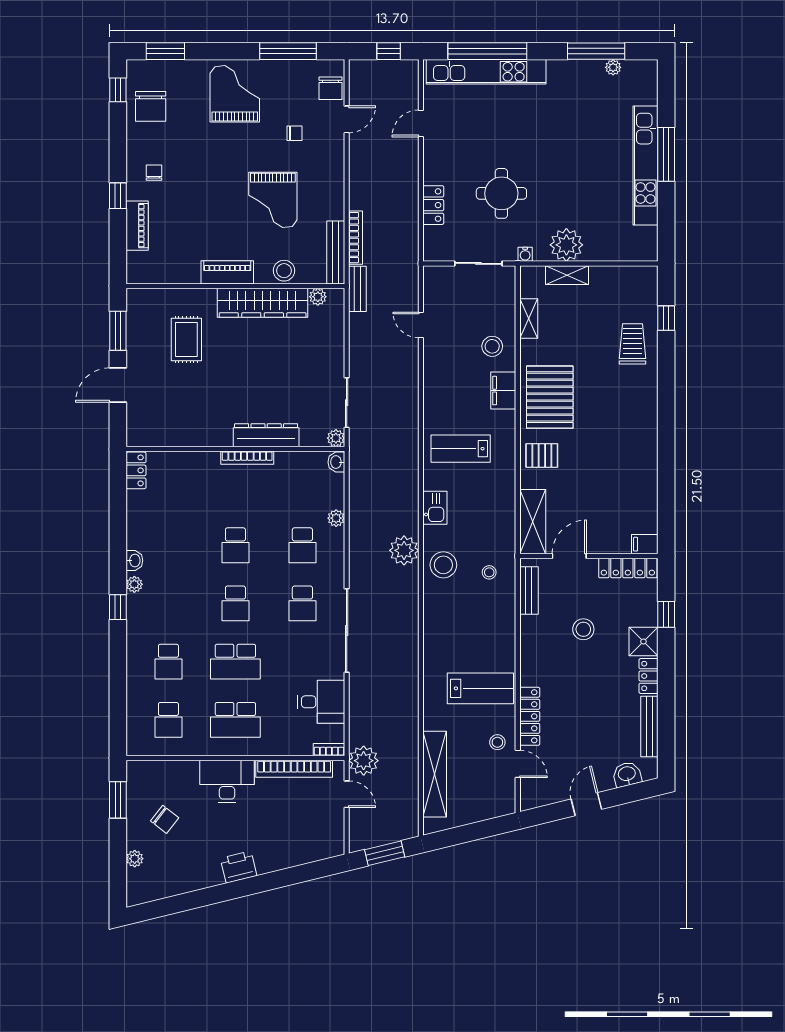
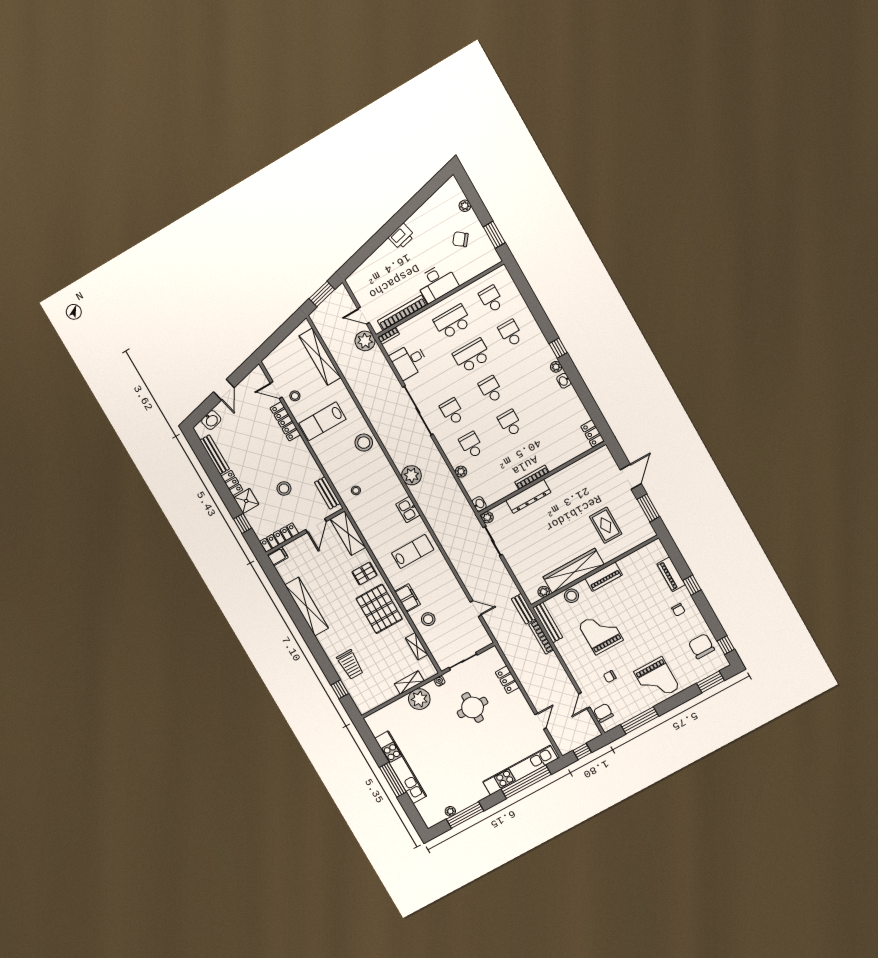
shelving: (645, 455) -> (307, 606), added
stool: (443, 565) -> (364, 443), moved

